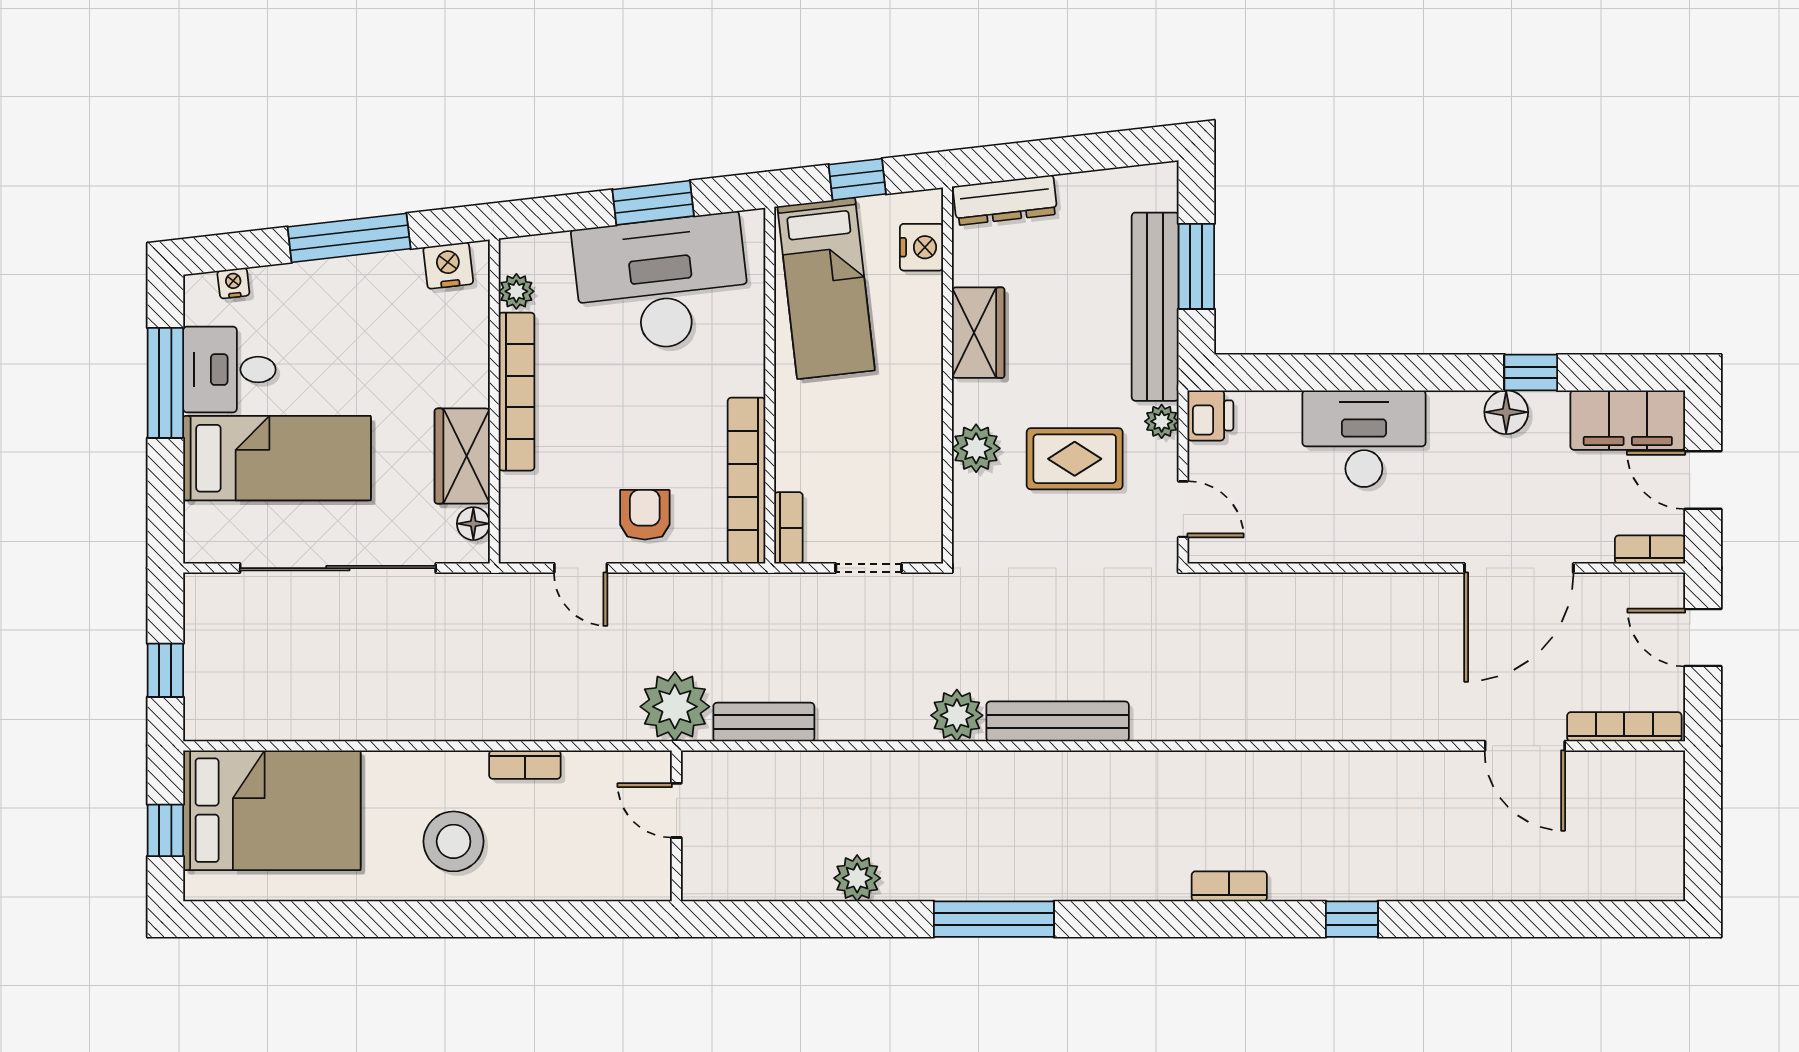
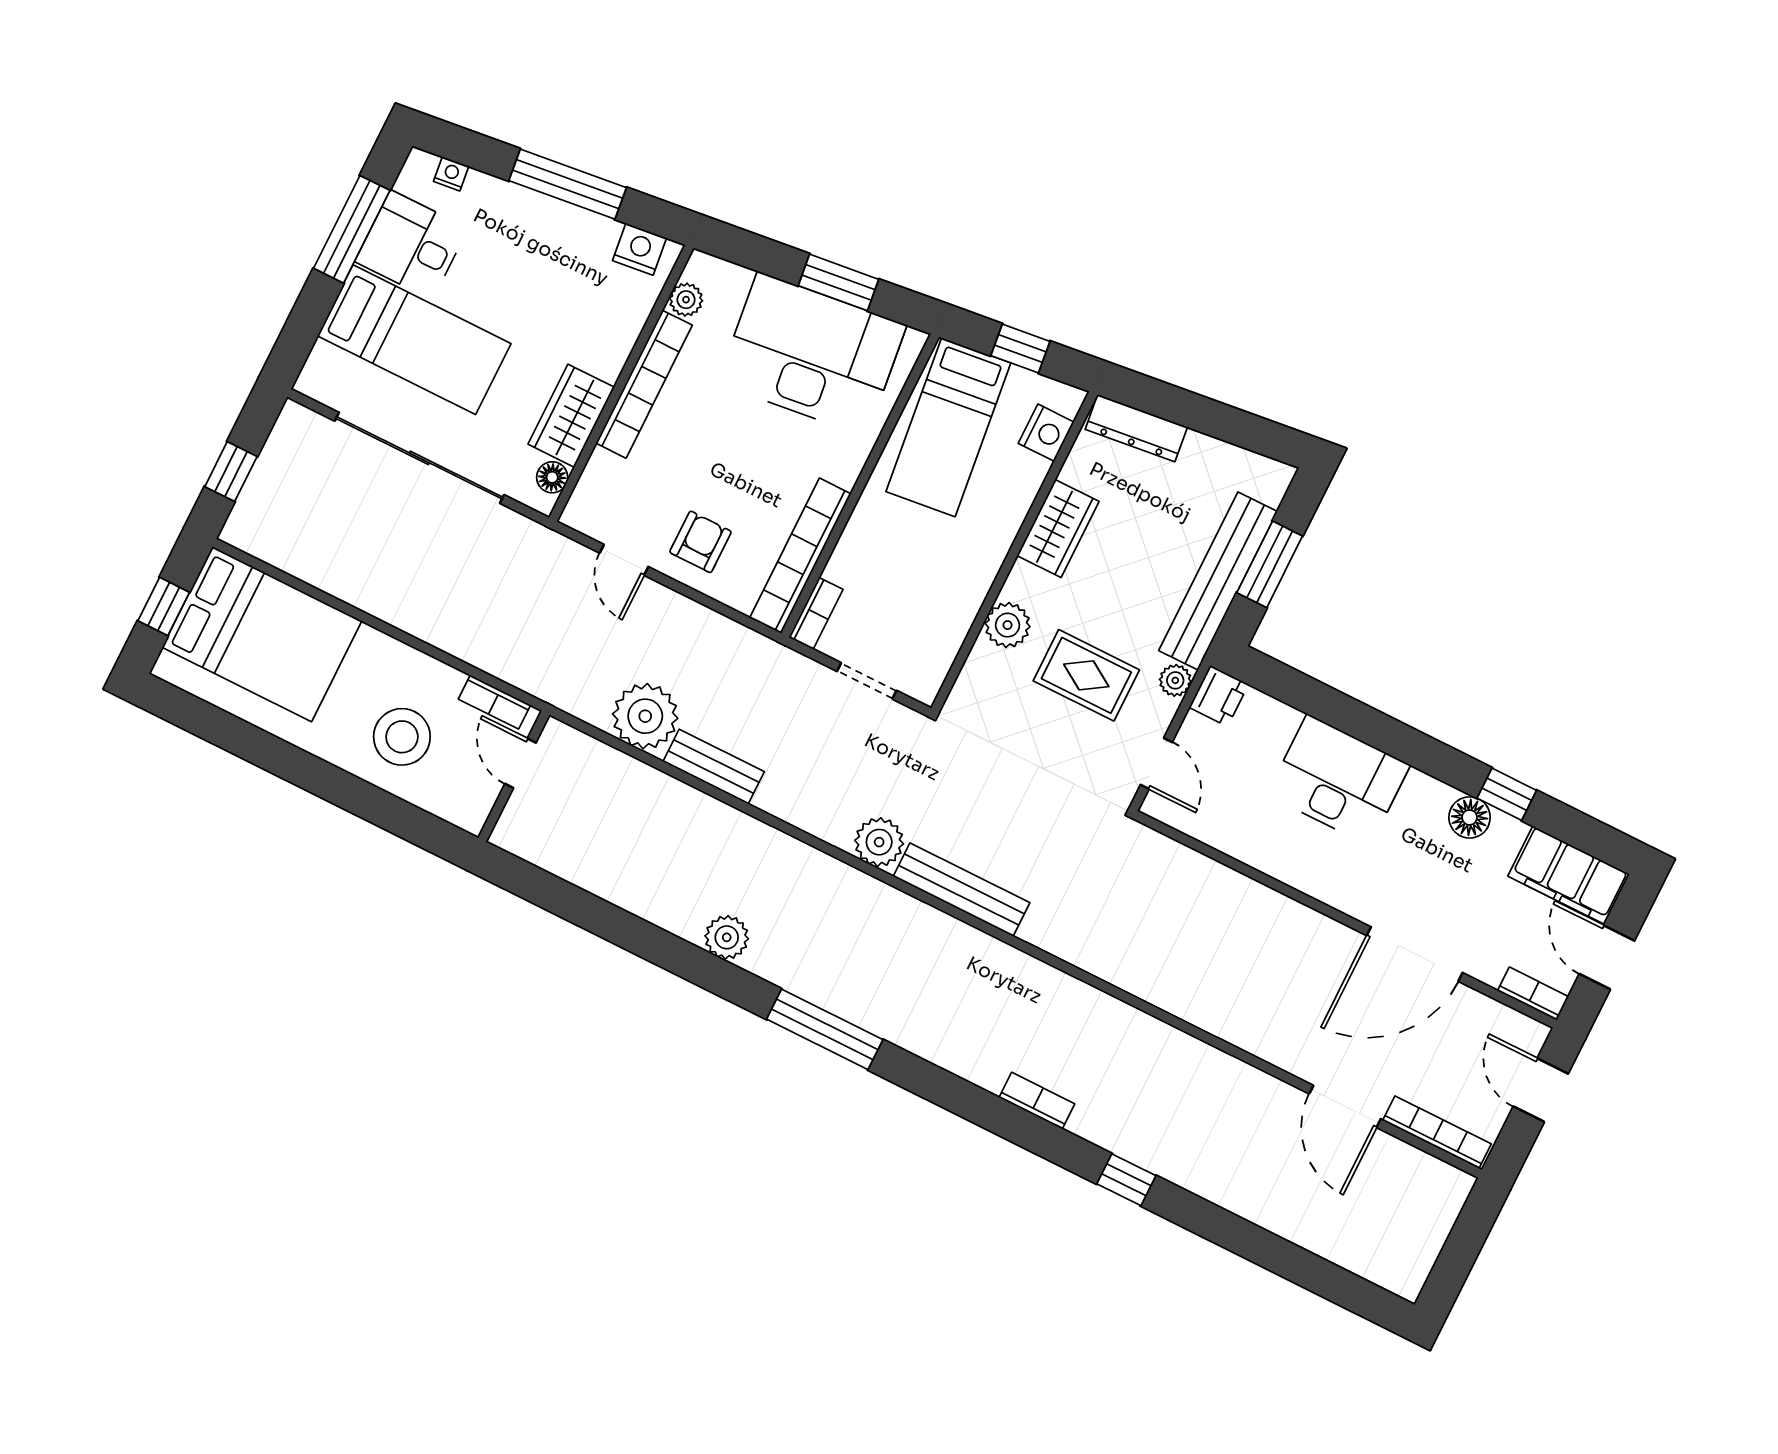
door: (676, 810) -> (520, 763), moved
wall: (676, 826) -> (514, 776), moved

